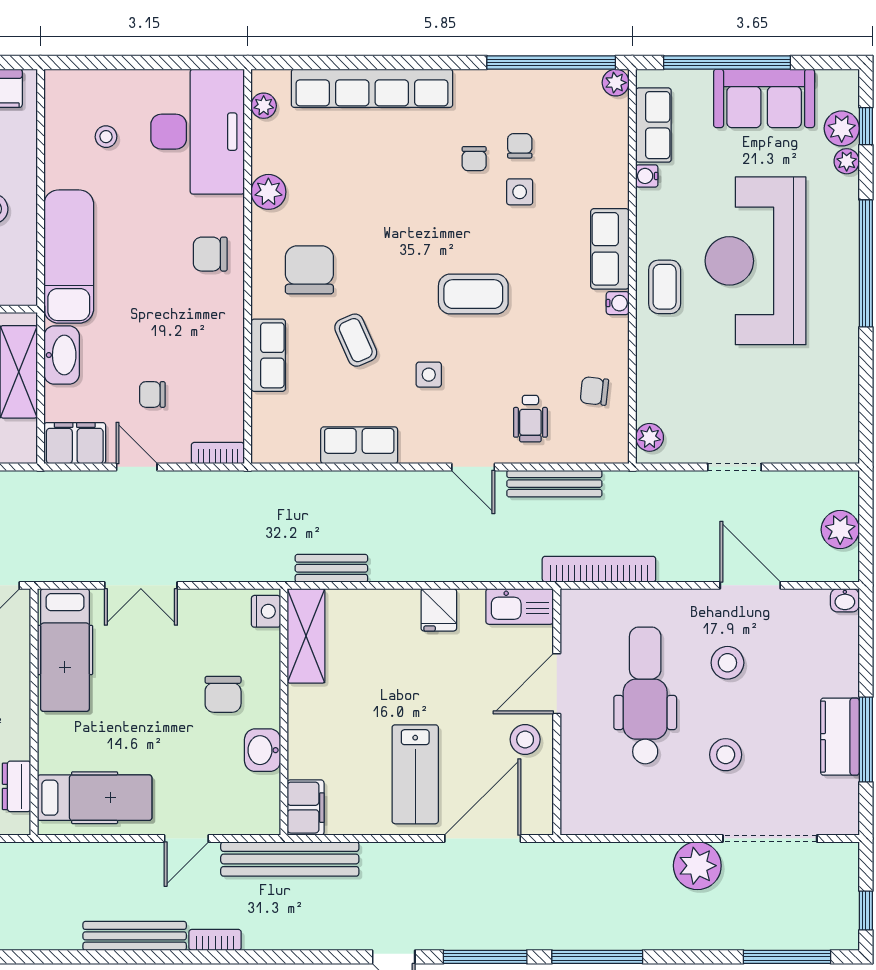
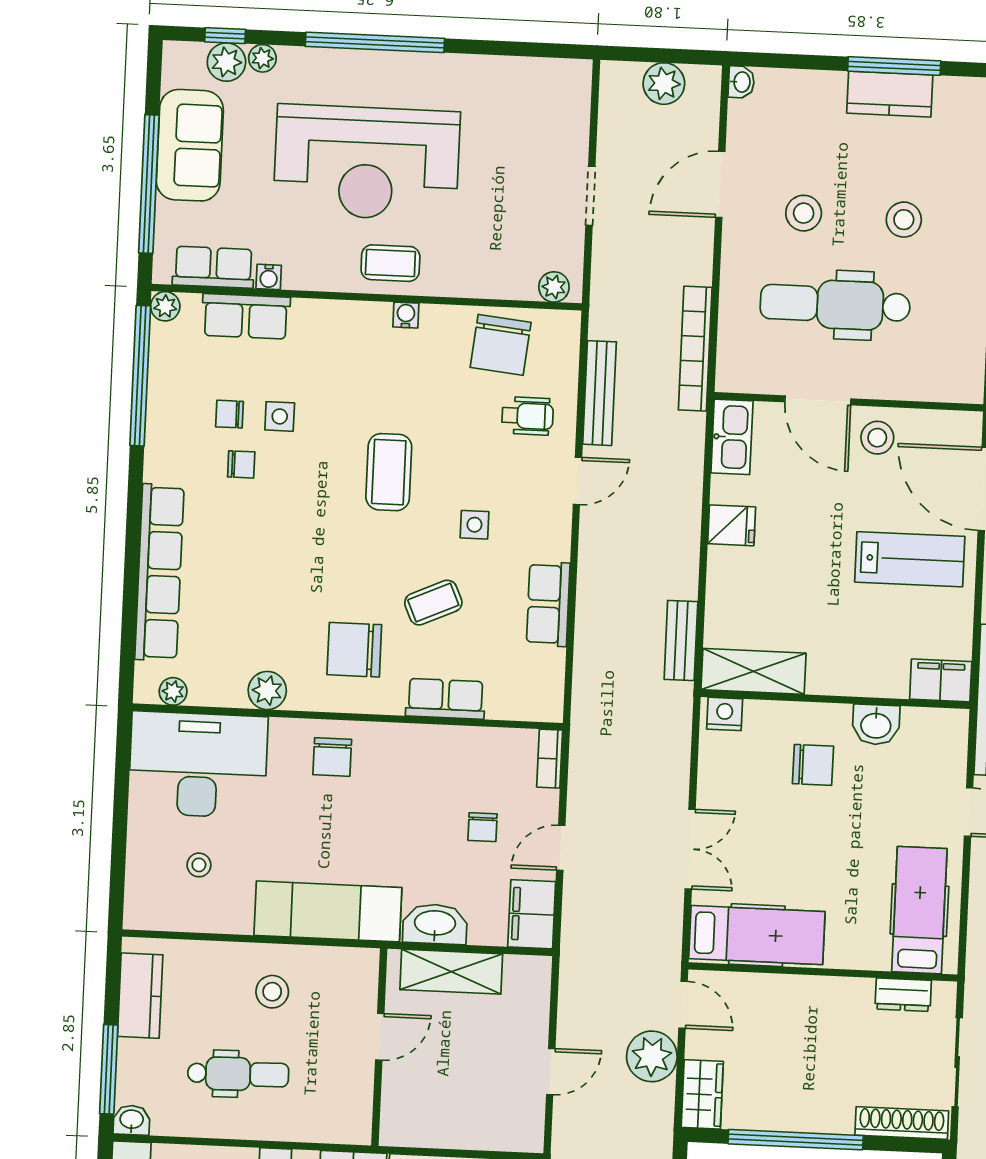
row of seats: (610, 249) -> (246, 316), moved
chair: (594, 391) -> (501, 345), width x1.87, depth x1.87

